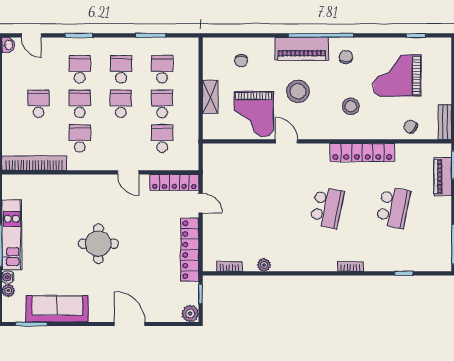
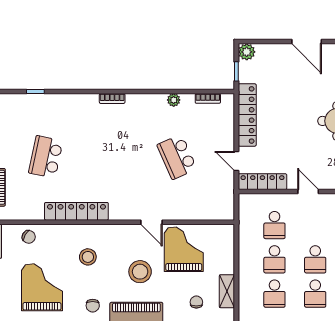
grand piano: (397, 75) -> (42, 287), turned -90
shelving: (210, 97) -> (227, 291), moved
school desk: (327, 207) -> (177, 157), moved, turned -36
bookcase: (351, 266) -> (112, 99), moved

